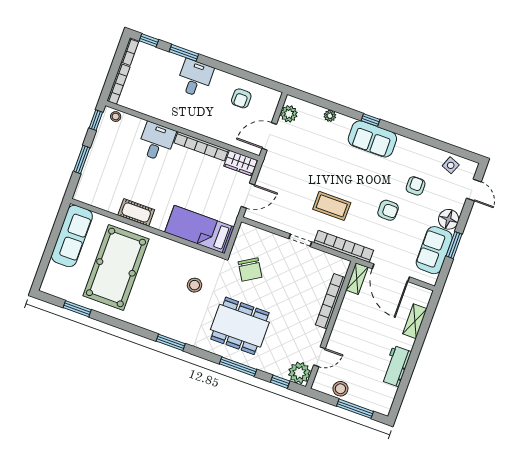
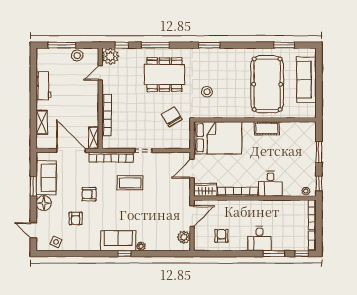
plant: (330, 116) -> (141, 246), moved
bed: (199, 229) -> (218, 138), width x1.50
sofa: (72, 236) -> (306, 80), moved

